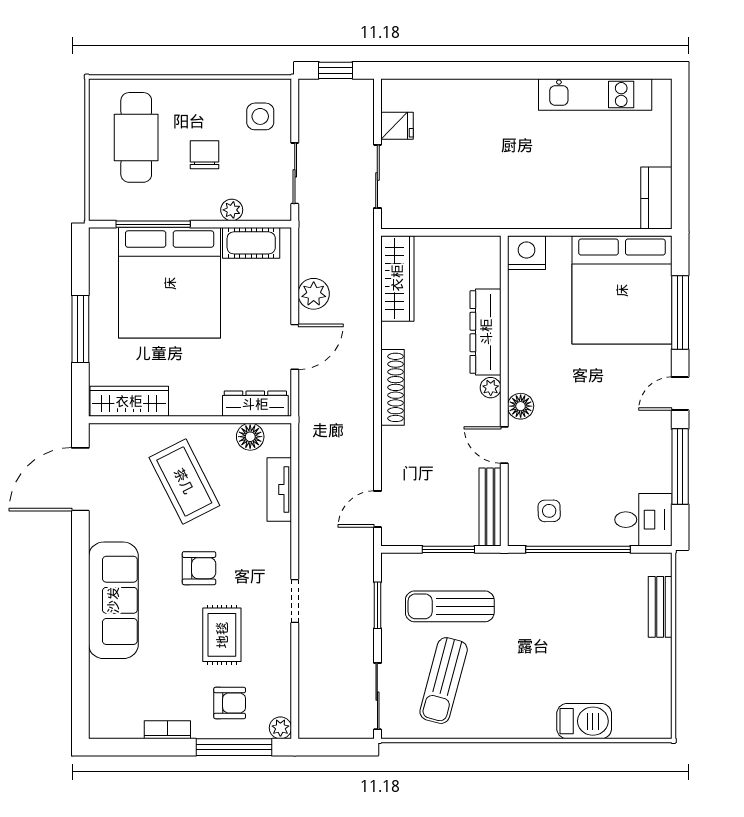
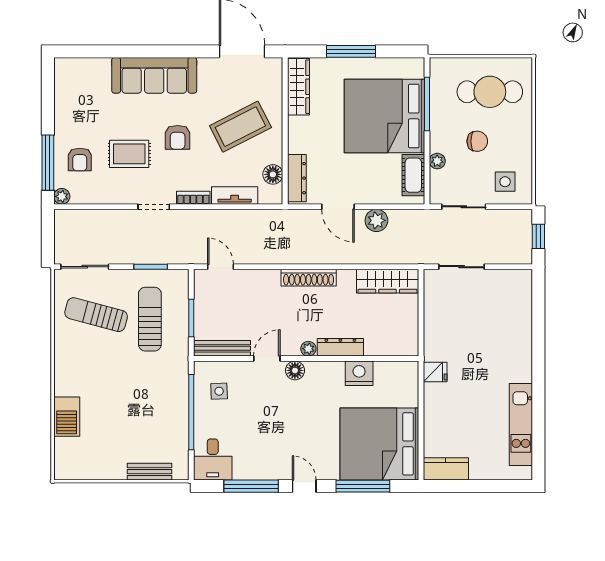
fridge: (397, 126) -> (435, 372), moved, turned -90
nightstand: (527, 253) -> (359, 373), moved, turned -90
dresser: (486, 332) -> (340, 347), width x0.73, depth x0.80
bookcase: (167, 730) -> (193, 198), moved, turned -90

